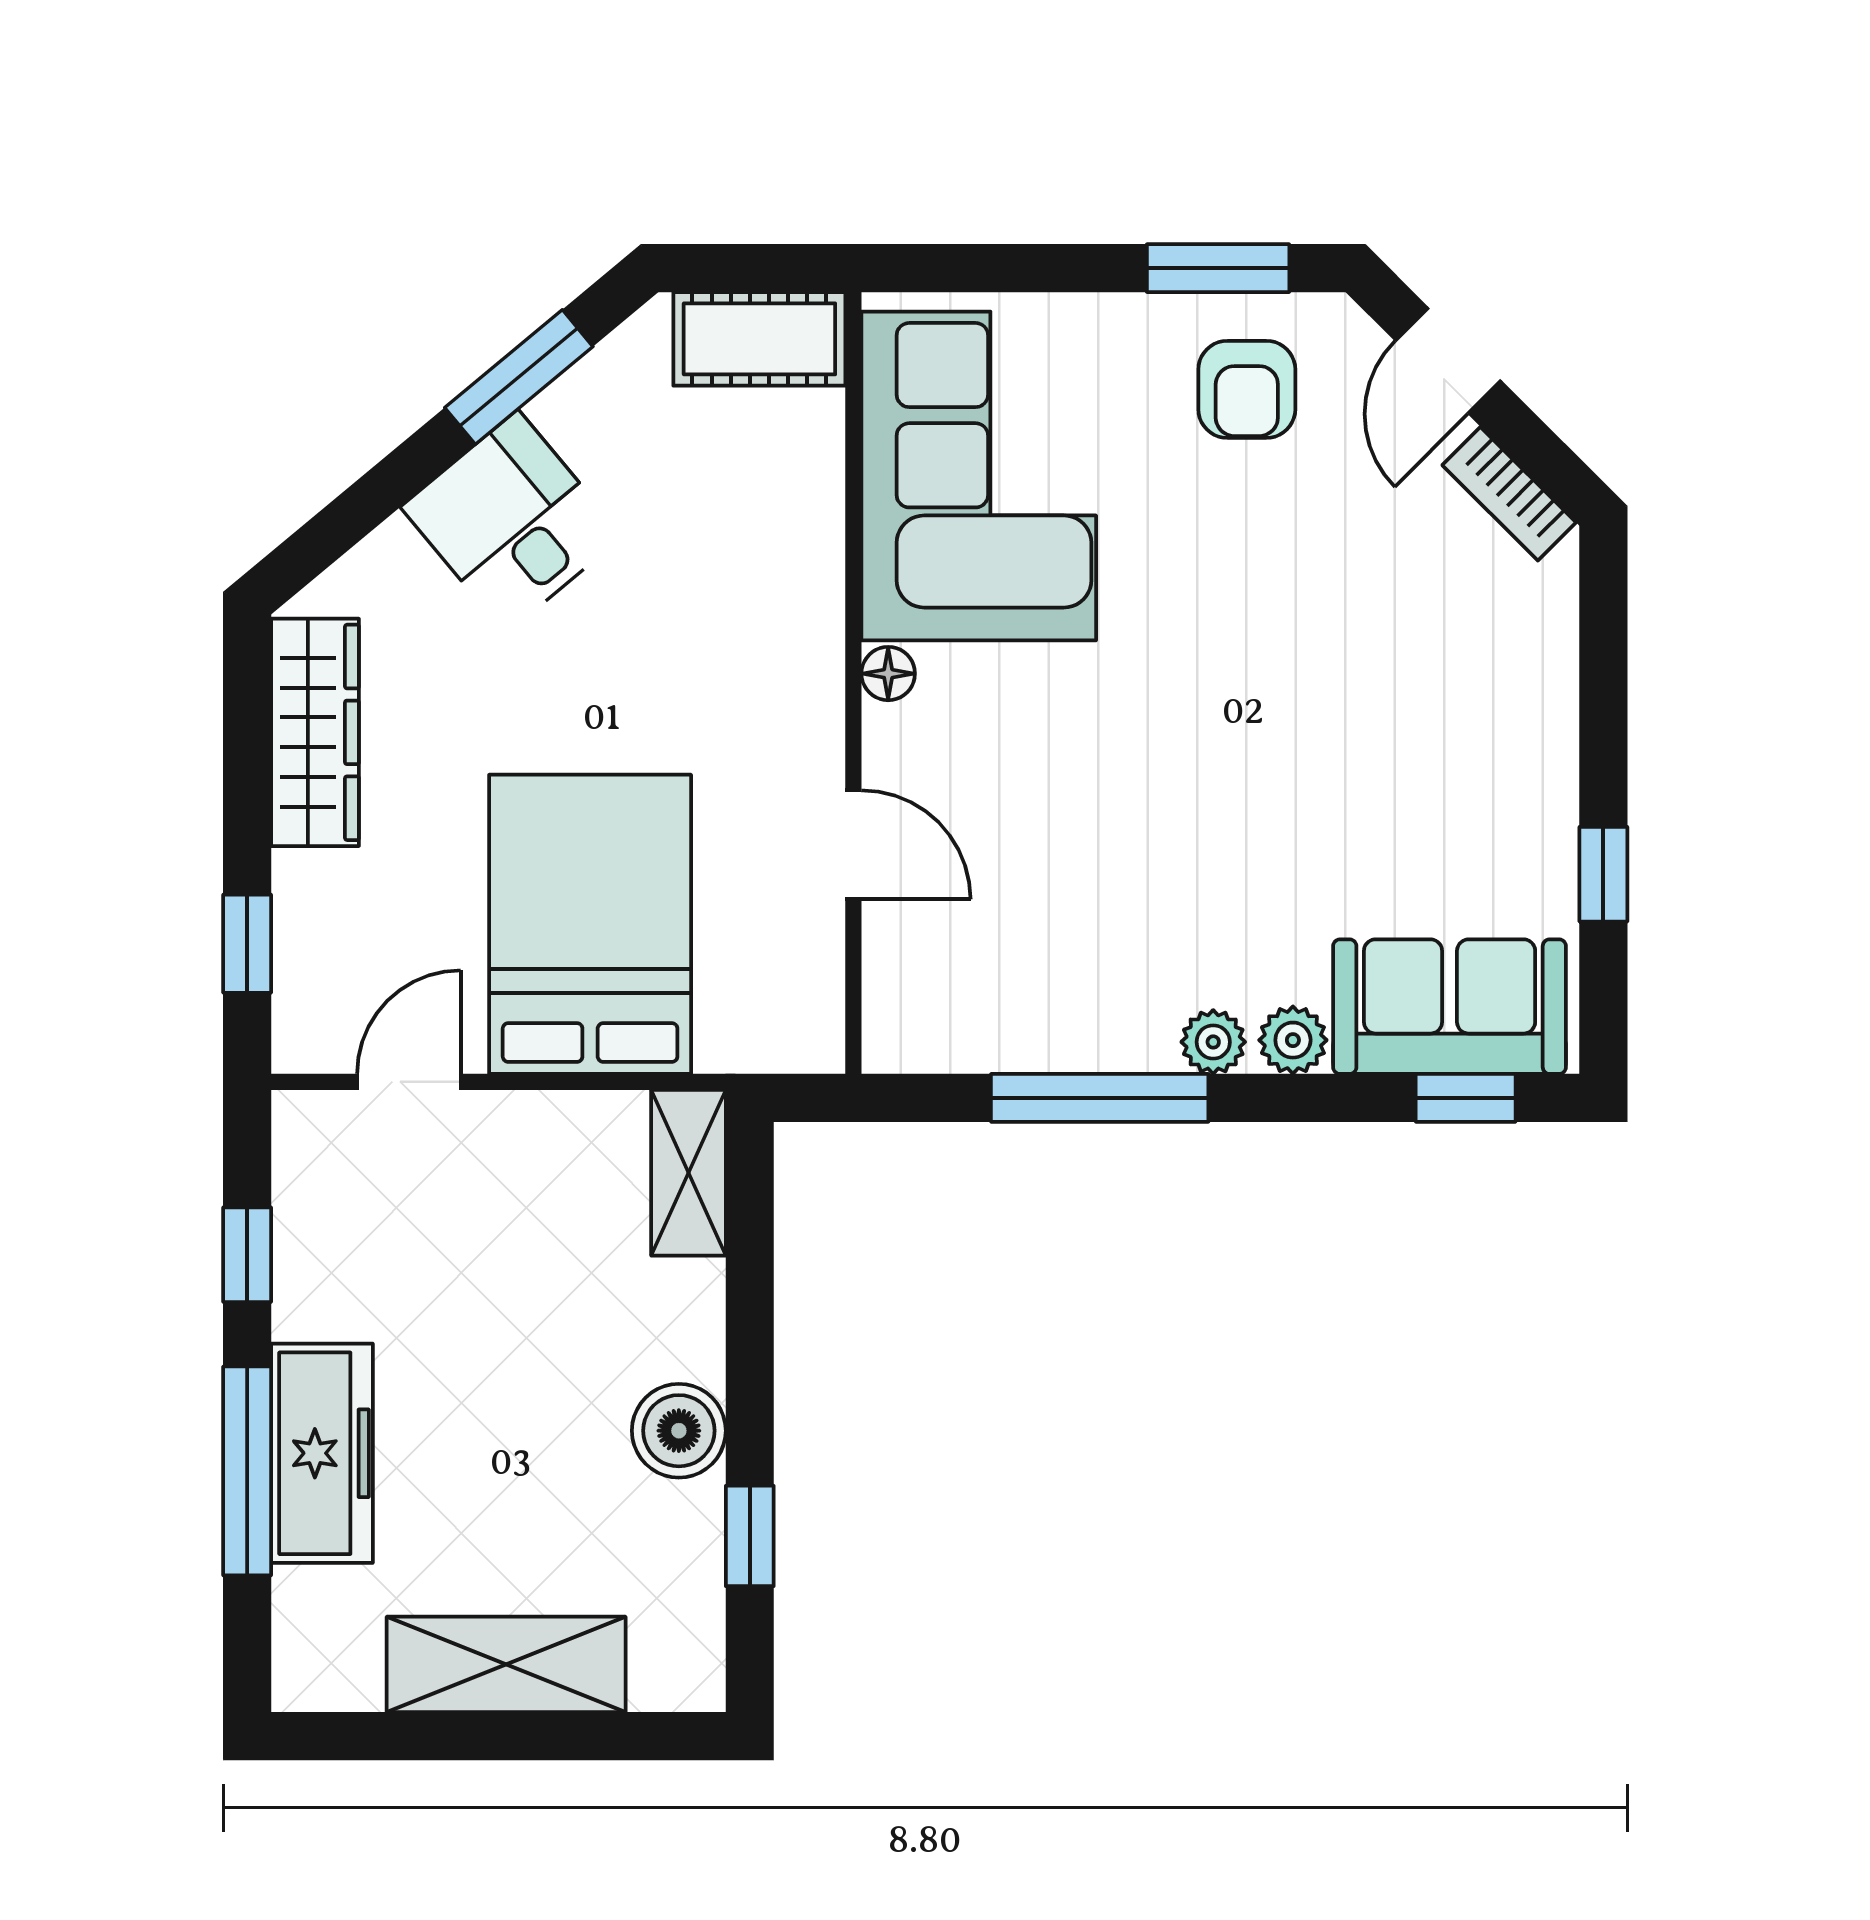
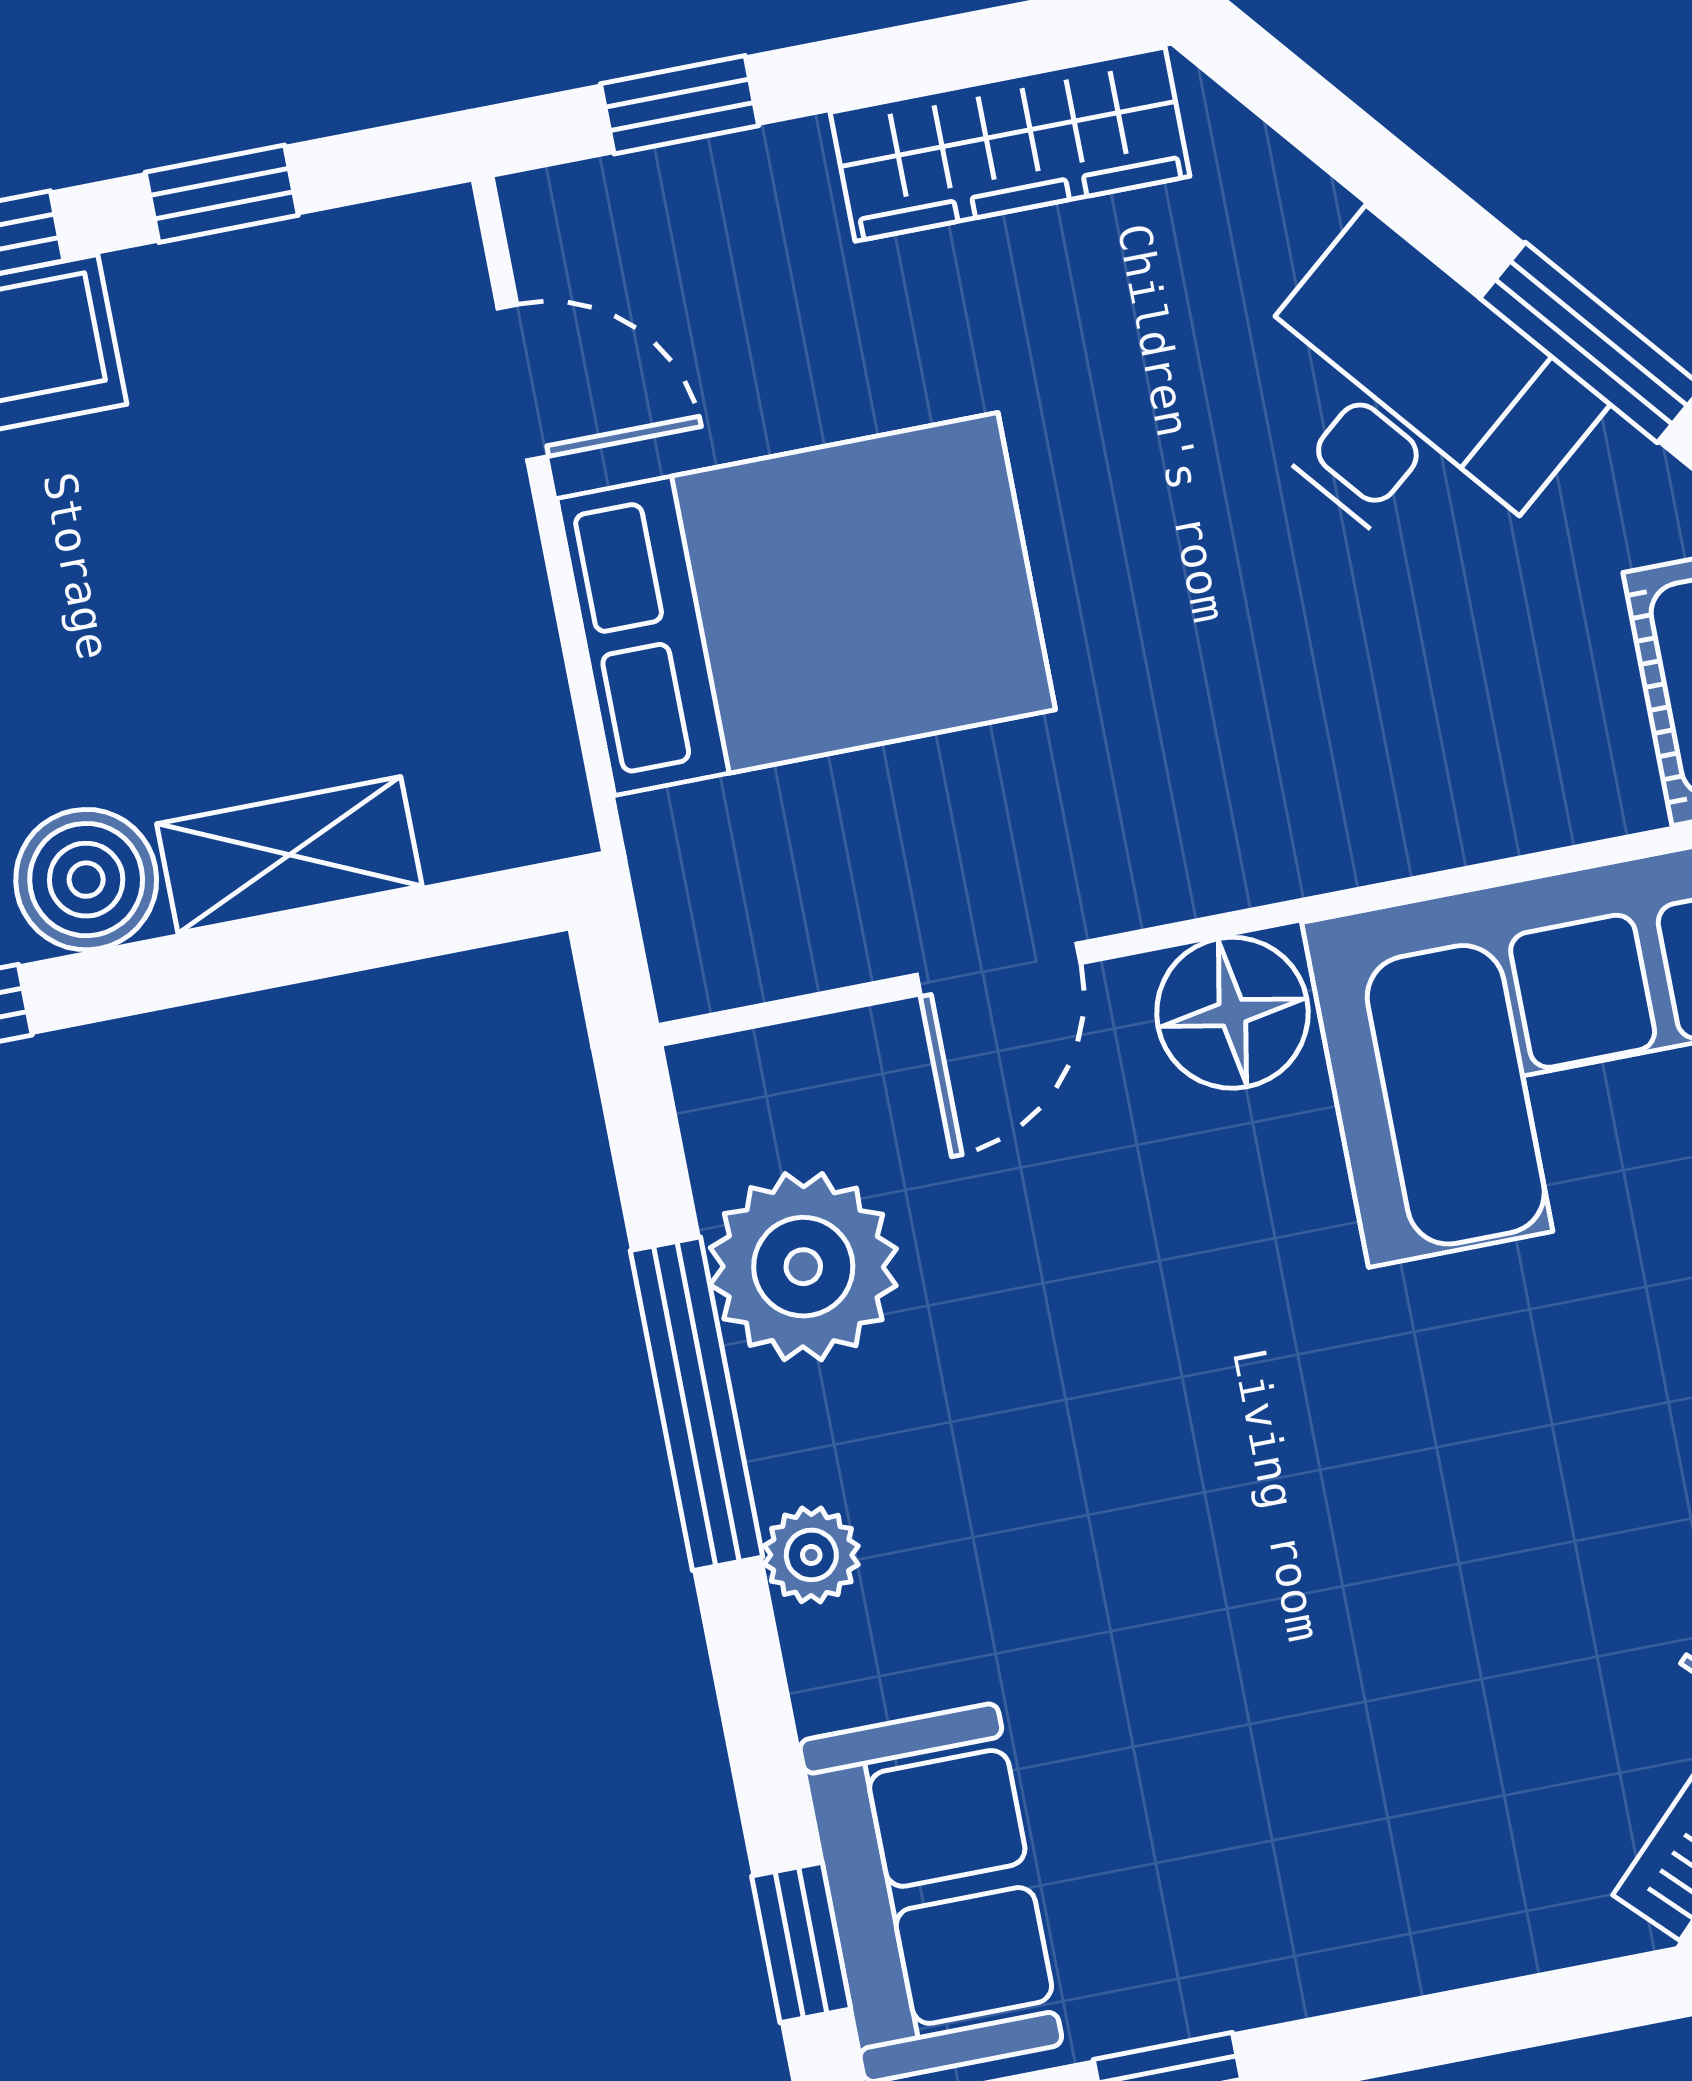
desk: (512, 522) -> (1410, 401), width x1.37
floor lamp: (888, 674) -> (1232, 1013), width x1.89, depth x1.89
plant: (1293, 1040) -> (803, 1267), moved, width x1.87, depth x1.87
shelving: (689, 1173) -> (289, 855), moved

